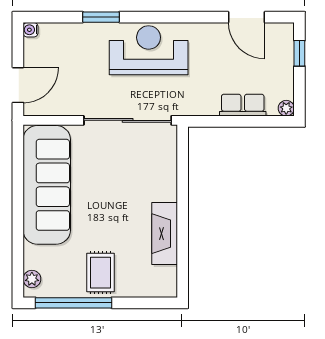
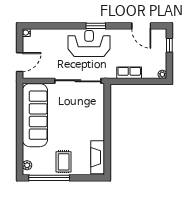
window: (101, 17) -> (96, 26), moved
row of seats: (243, 105) -> (129, 73), moved
fireplace: (165, 234) -> (98, 157), moved

